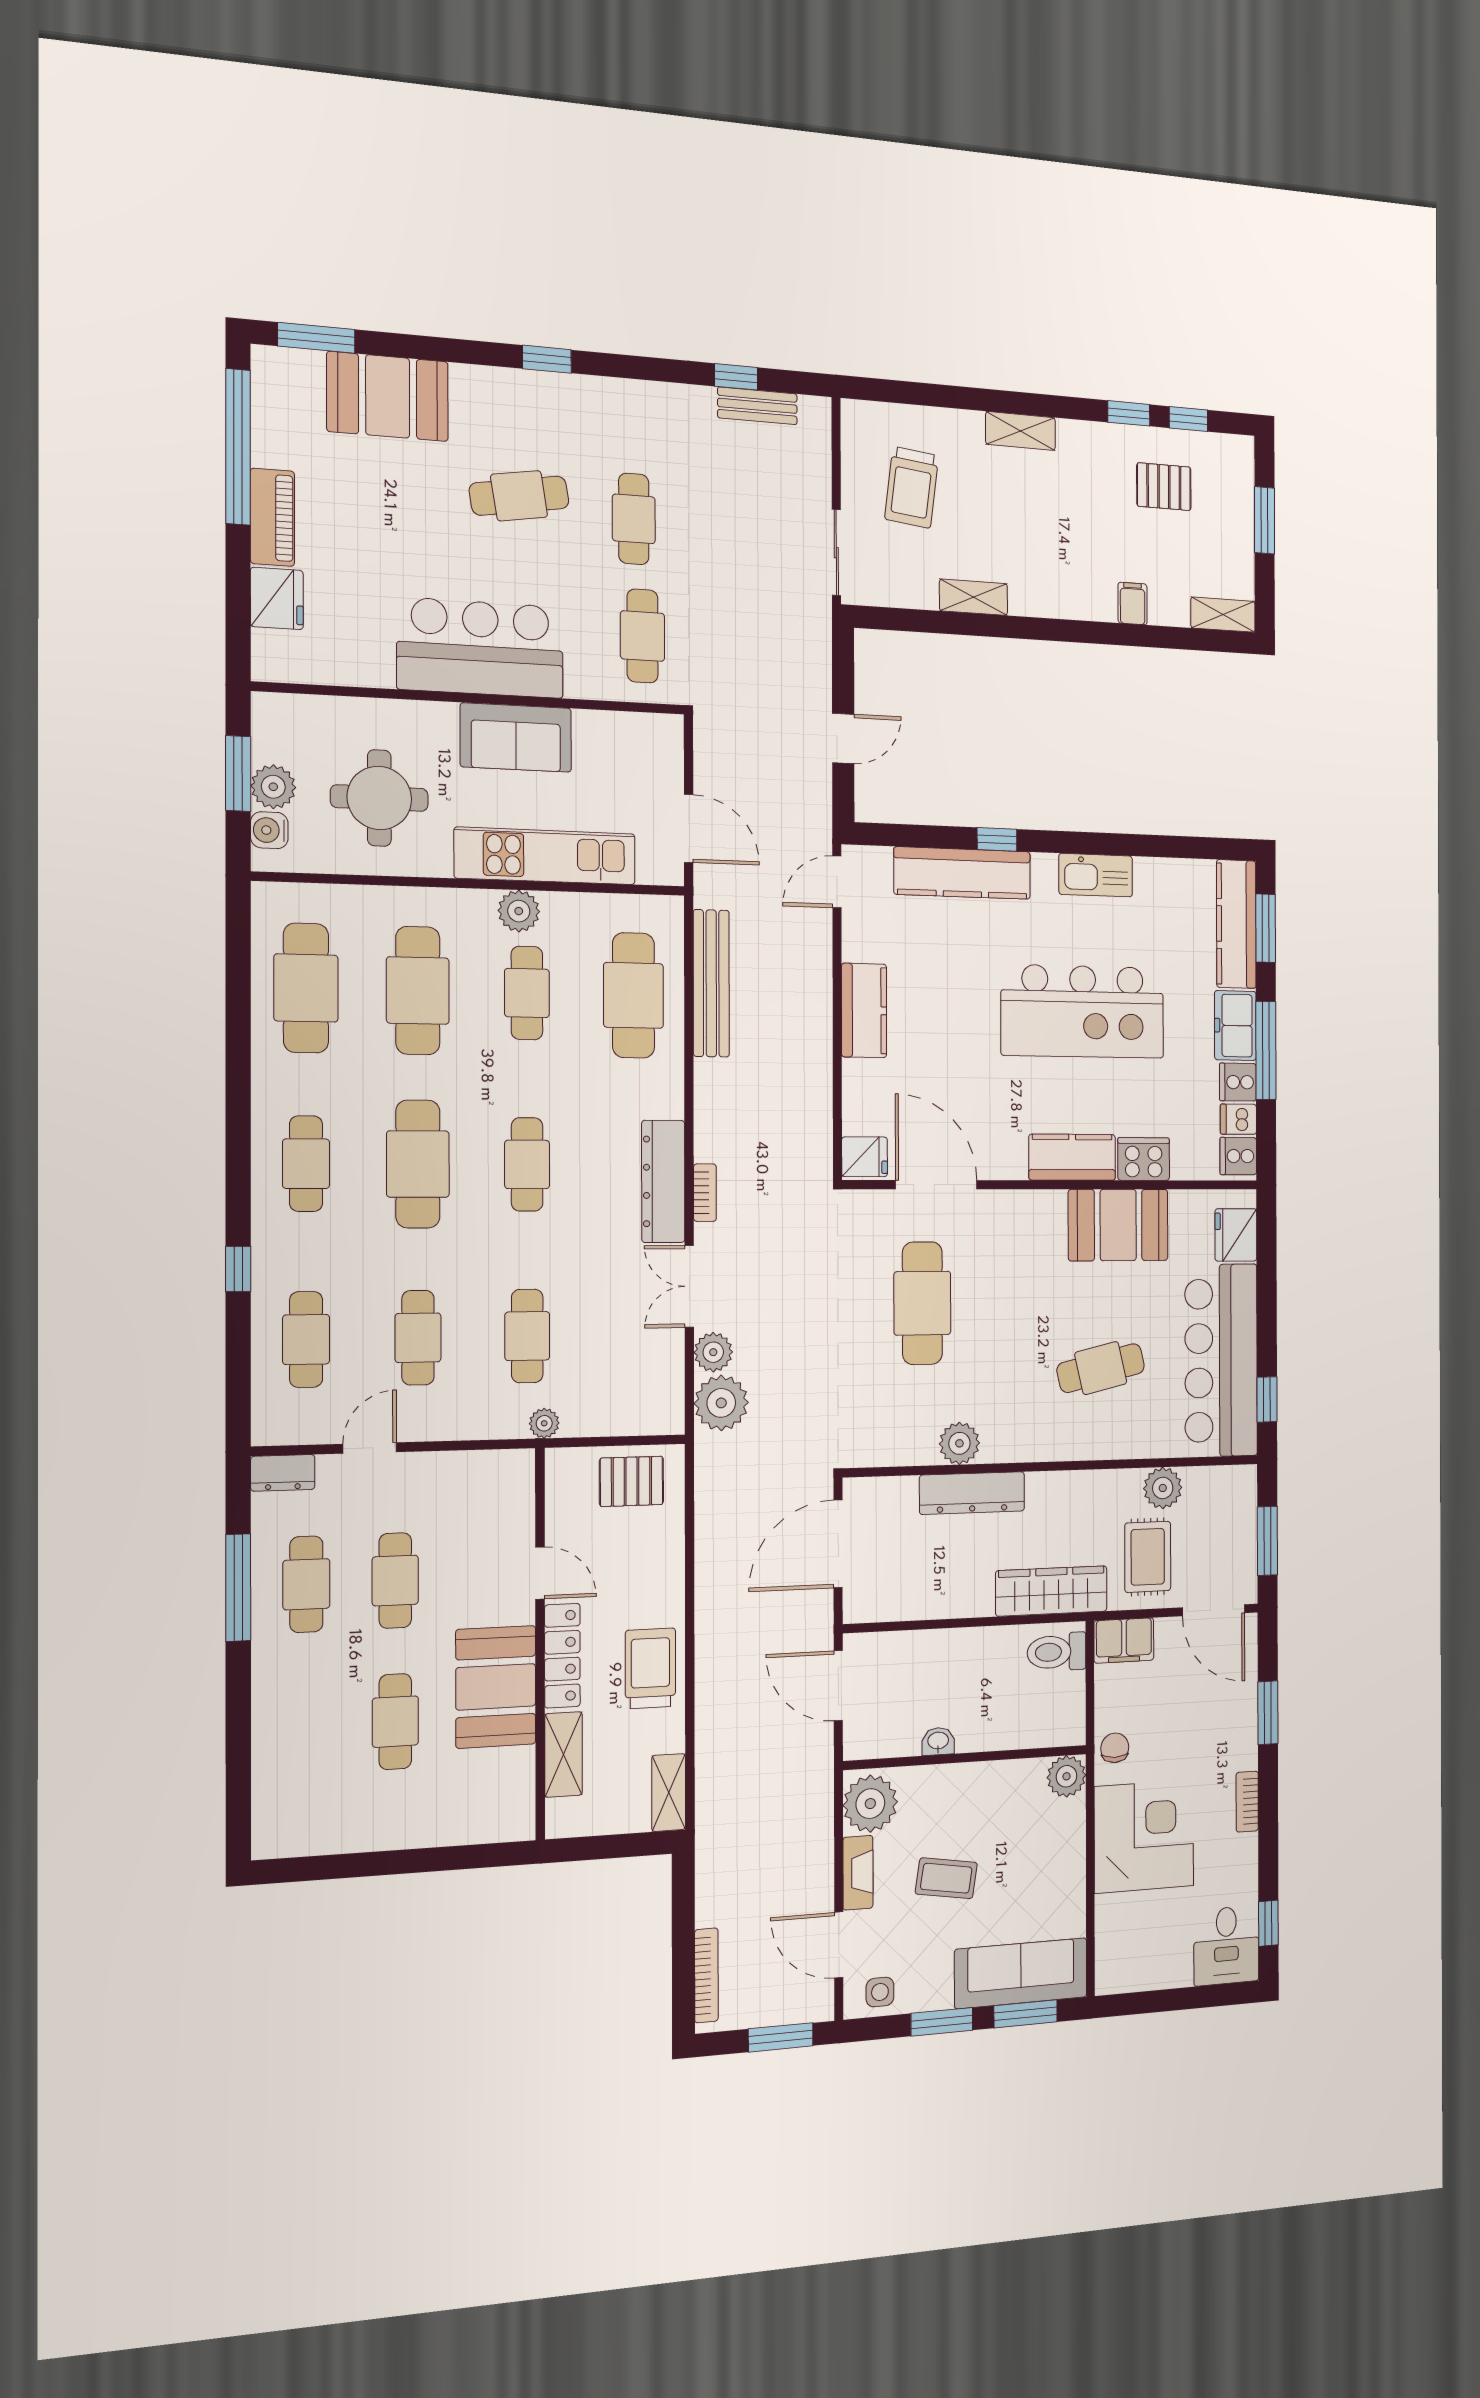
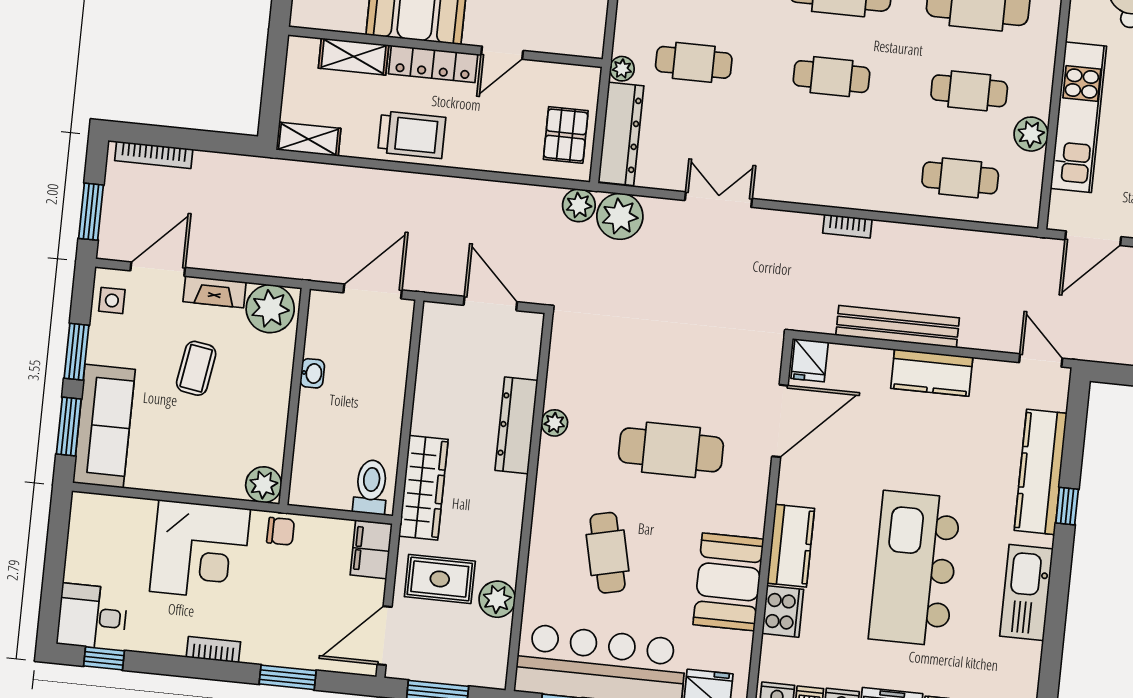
kitchen sink: (1096, 875) -> (1026, 592), width x1.36, depth x1.24
plant: (519, 911) -> (1031, 134), moved
bench: (711, 983) -> (898, 327), moved
cafe table: (633, 995) -> (960, 178), width x0.73, depth x0.74
dresser: (663, 1181) -> (621, 134), moved, turned 90
bookcase: (705, 1193) -> (847, 226), moved
cafe table: (922, 1303) -> (671, 450), moved
plant: (713, 1352) -> (579, 205), moved
plant: (959, 1443) -> (554, 423), width x0.73, depth x0.73
door: (838, 1544) -> (490, 303), width x0.73

